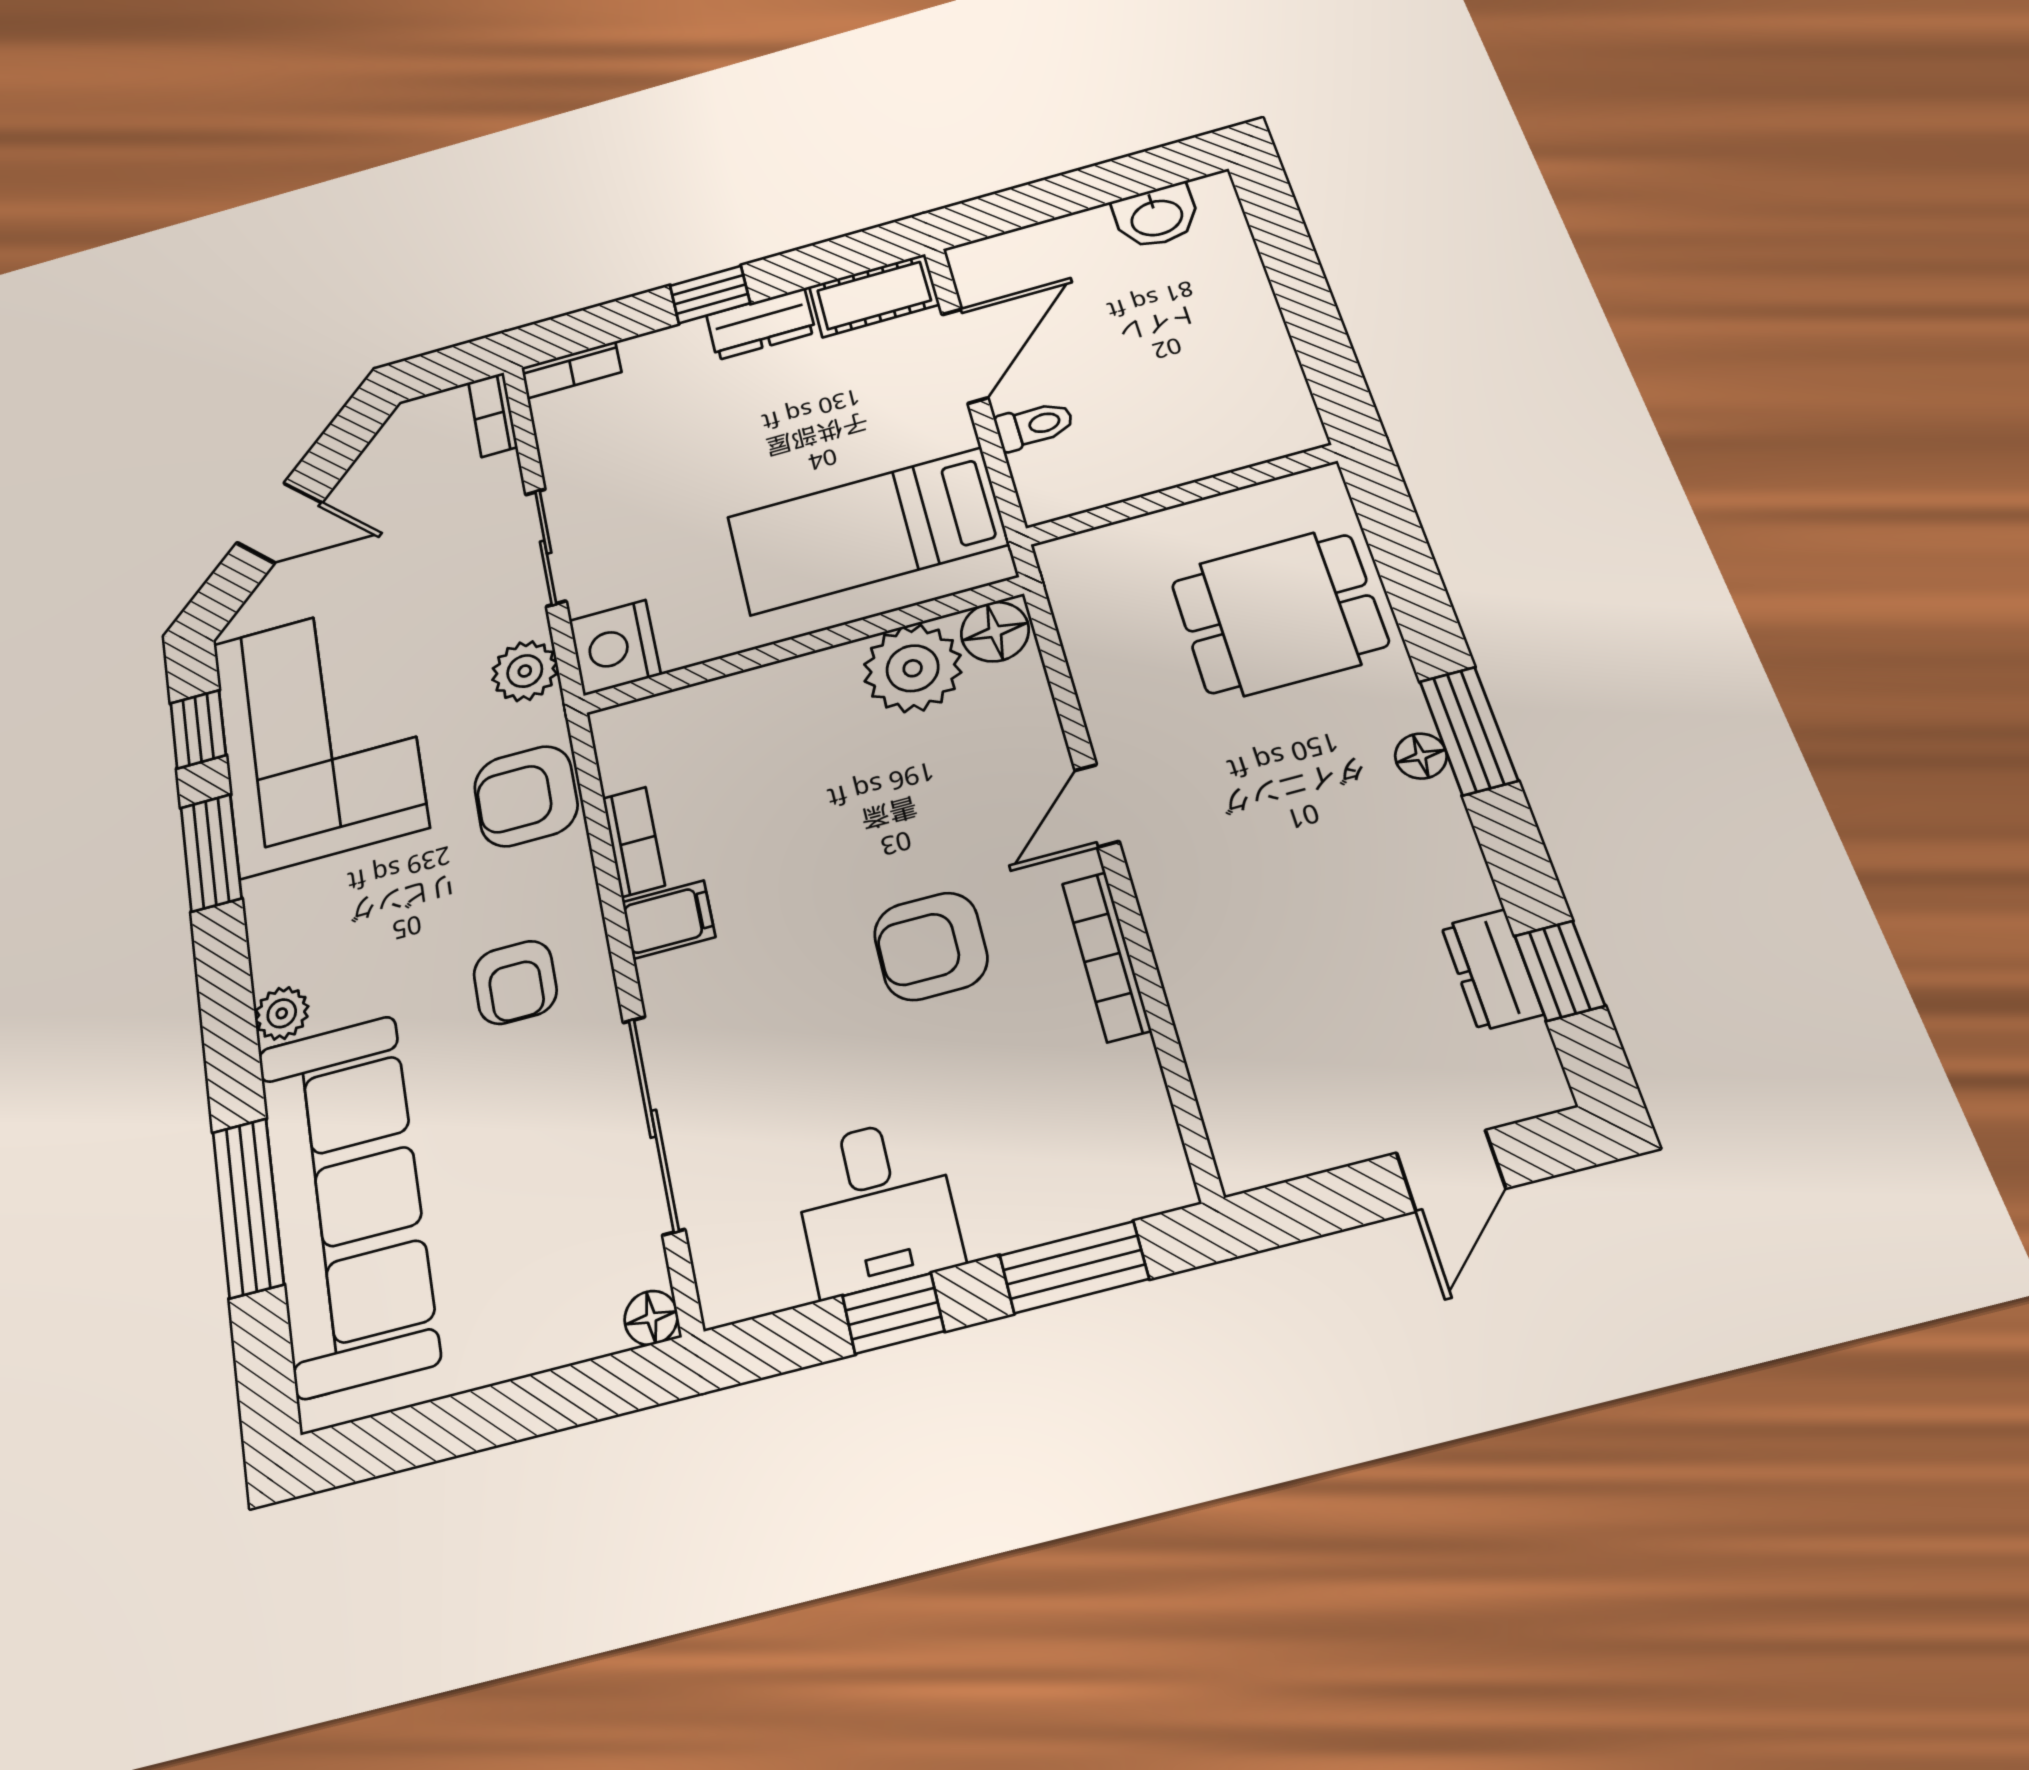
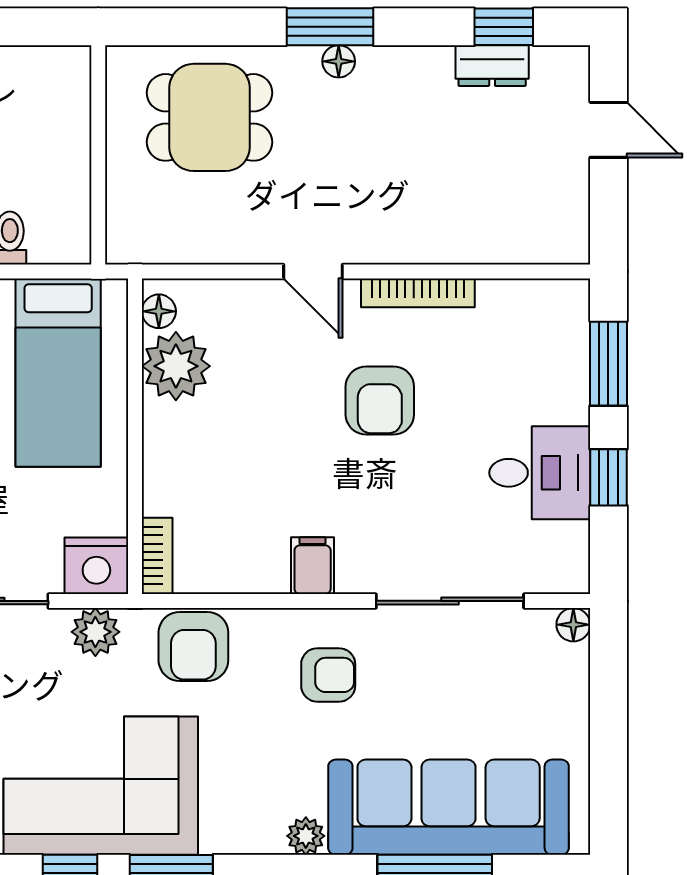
dining table: (1279, 614) -> (209, 117), turned 90
floor lamp: (995, 632) -> (159, 311), width x0.73, depth x0.73
bookcase: (634, 842) -> (157, 556), moved, turned 90

